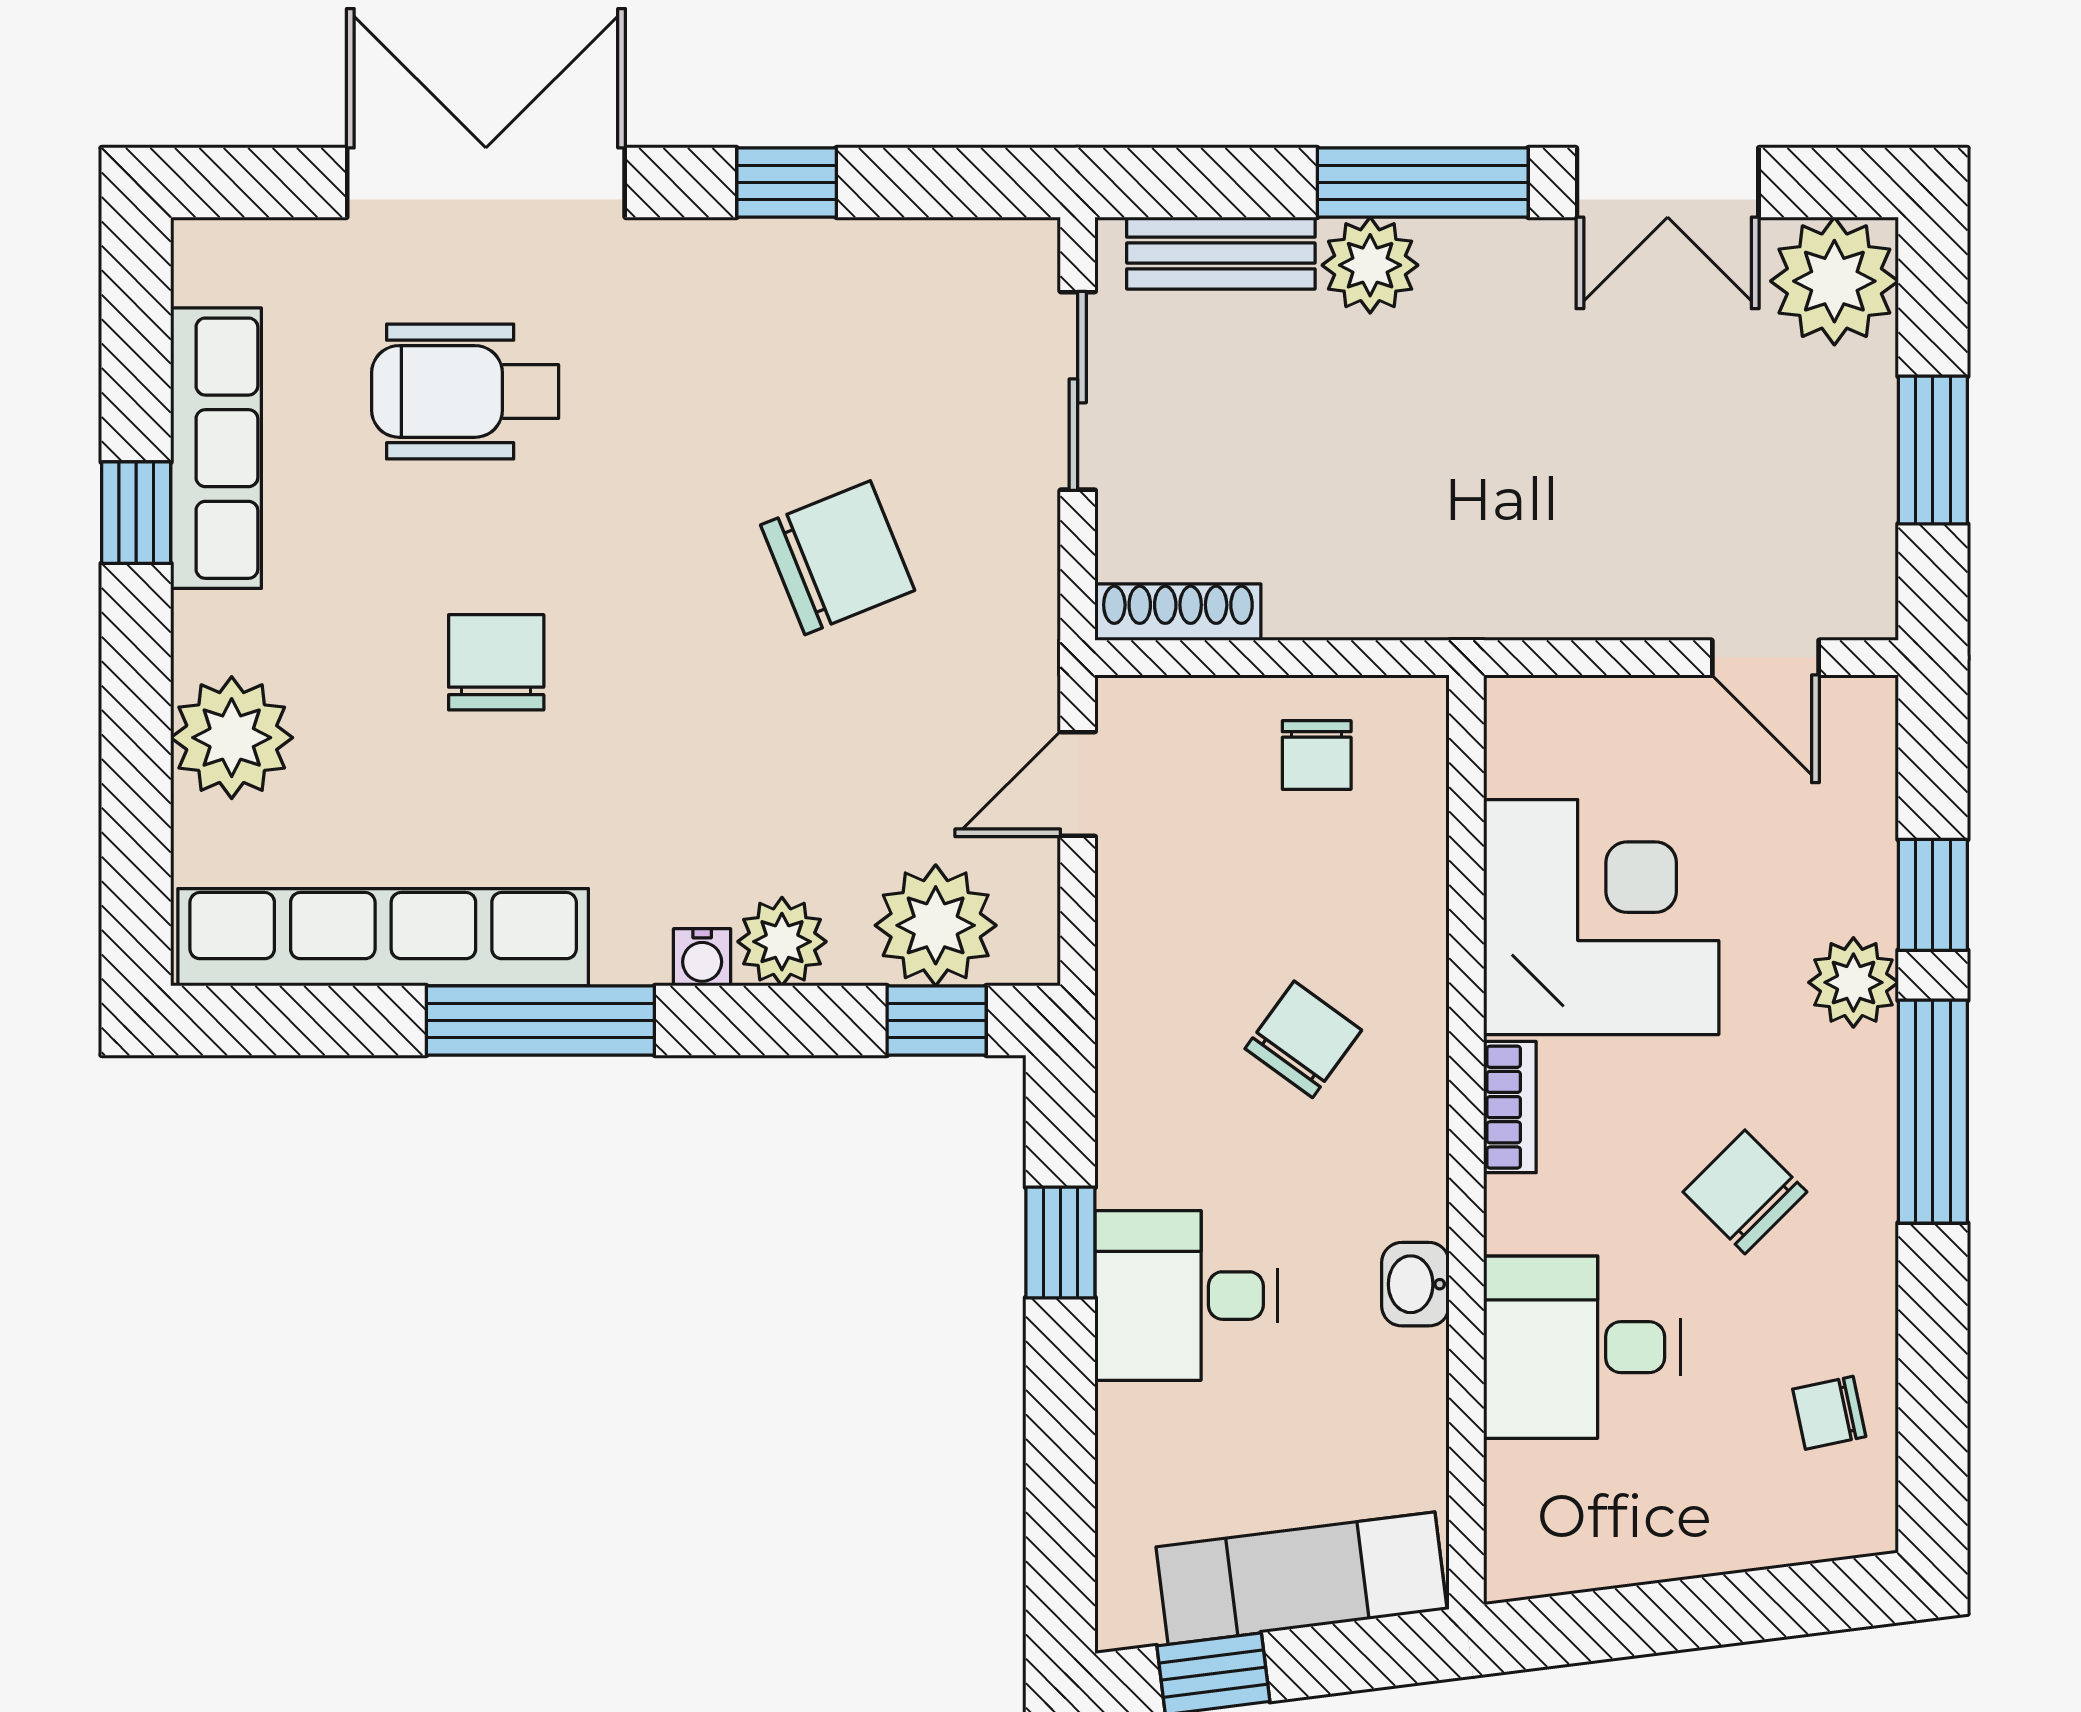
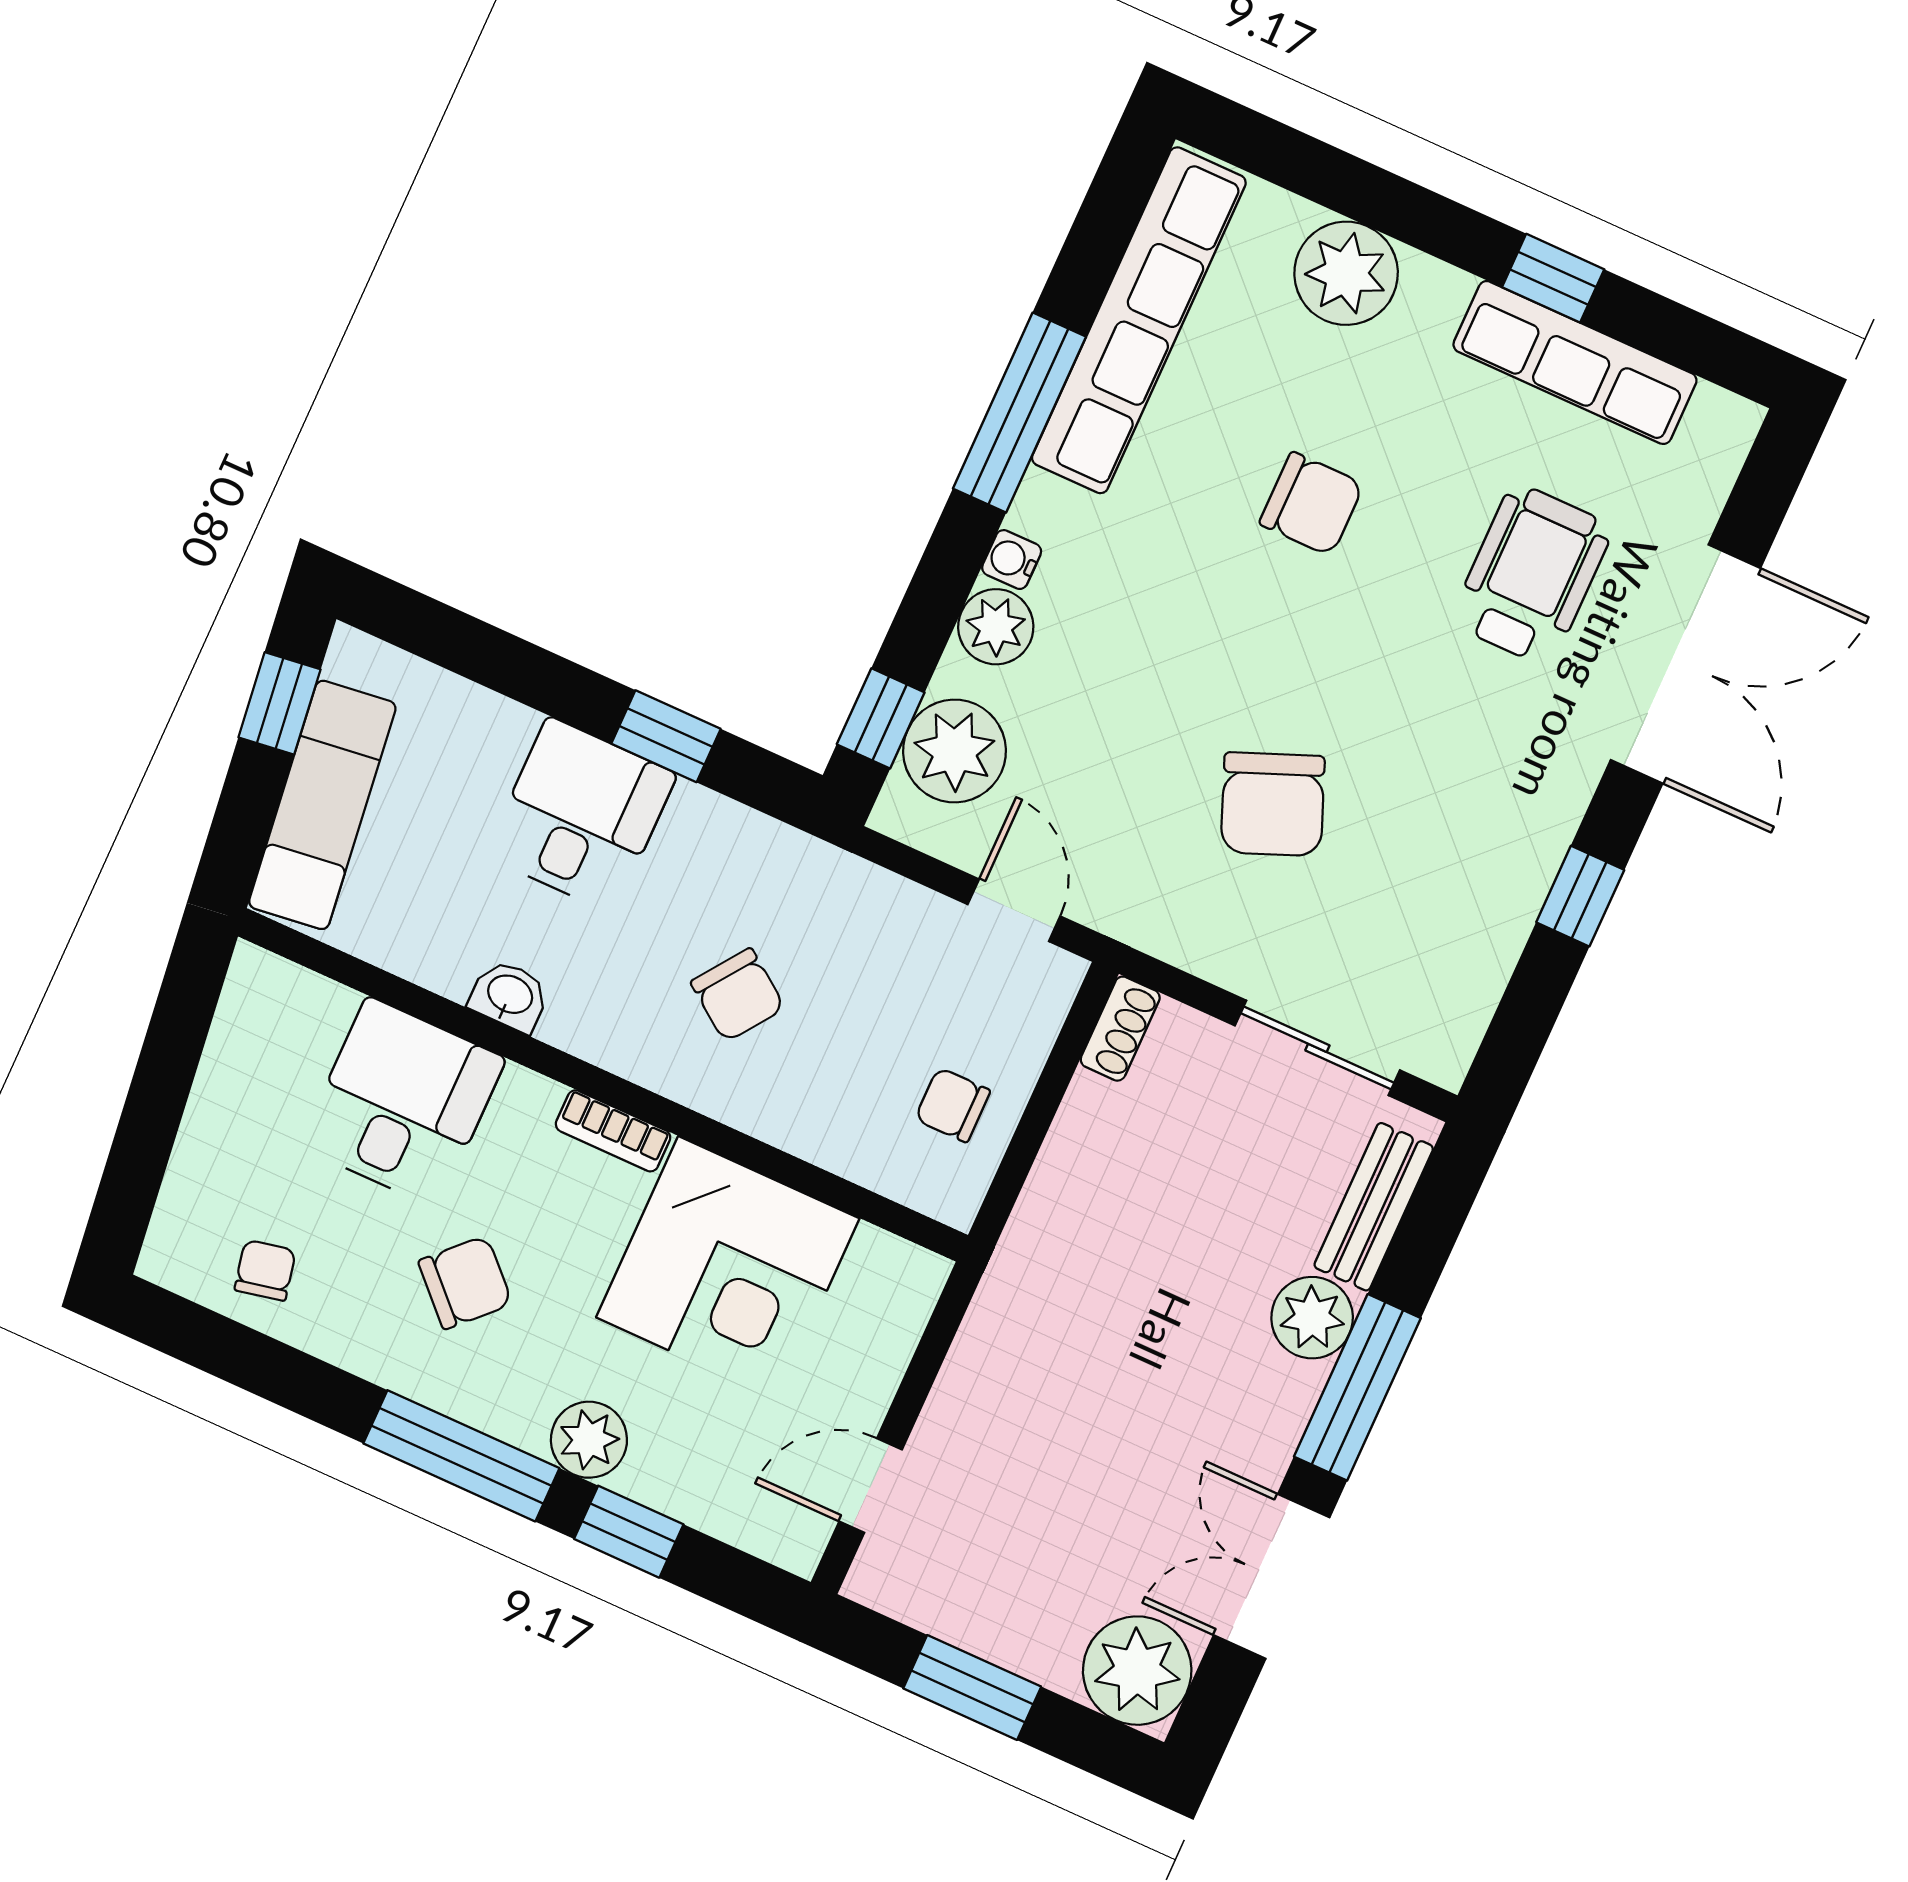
shoe rack: (1178, 612) -> (1120, 1029), width x0.70

